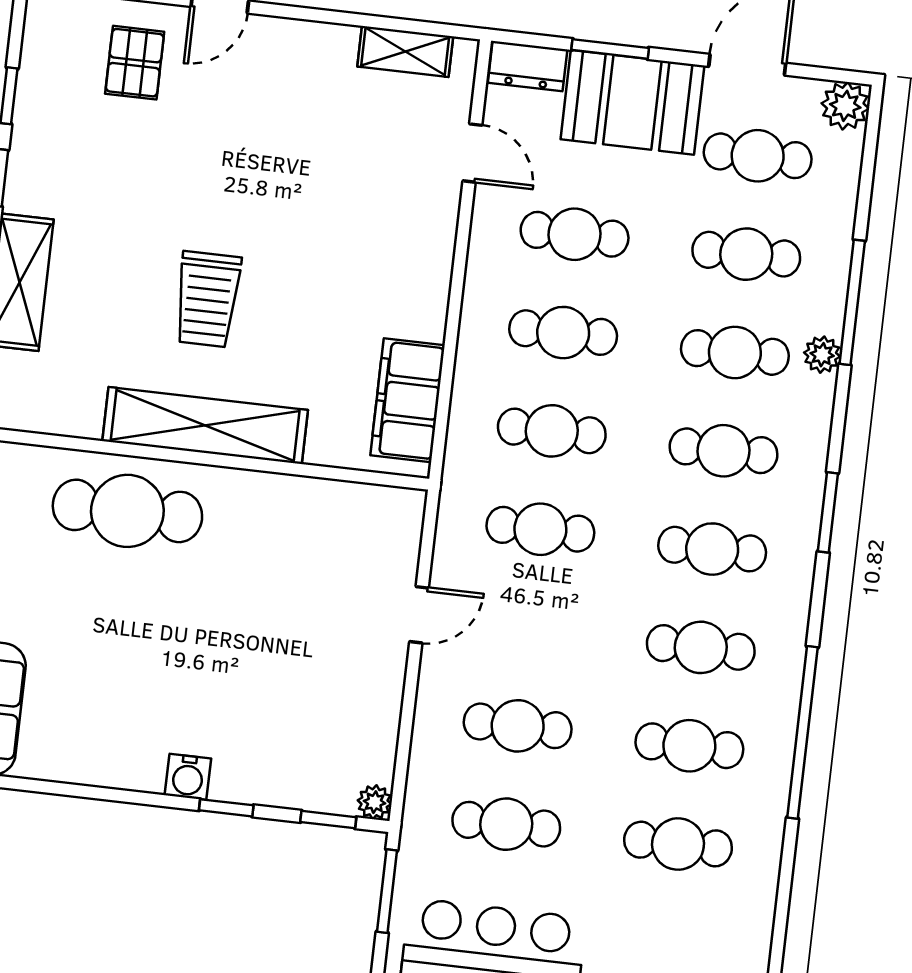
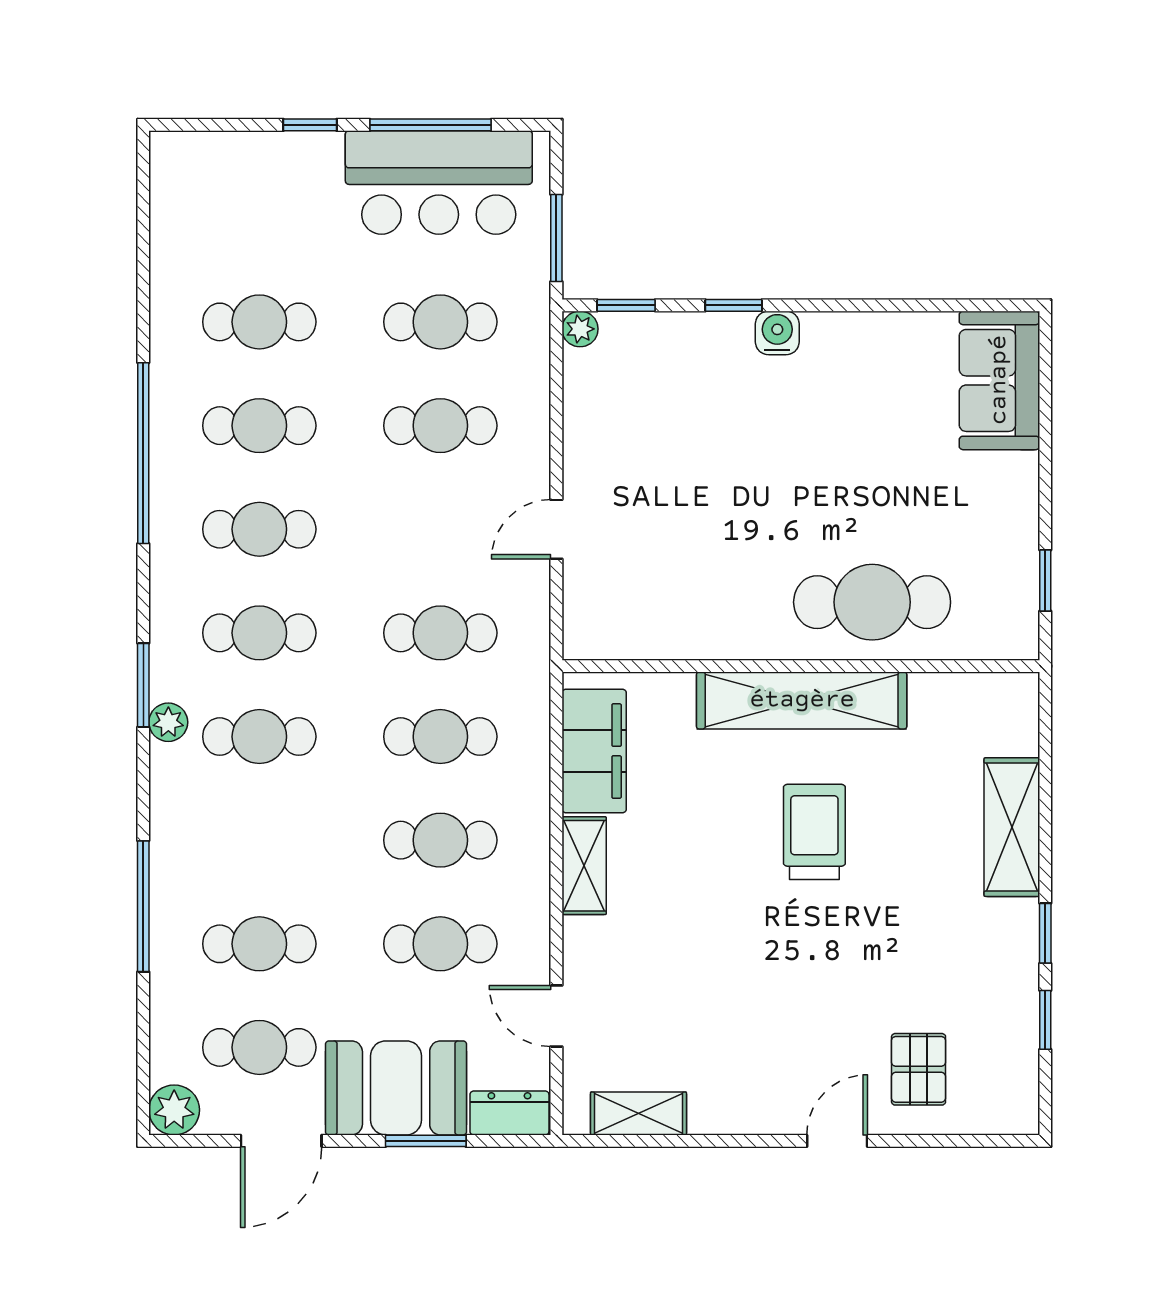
shelving: (430, 293) -> (584, 866), added
cafe table: (735, 352) -> (259, 840), removed
plant: (822, 355) -> (168, 722), moved

